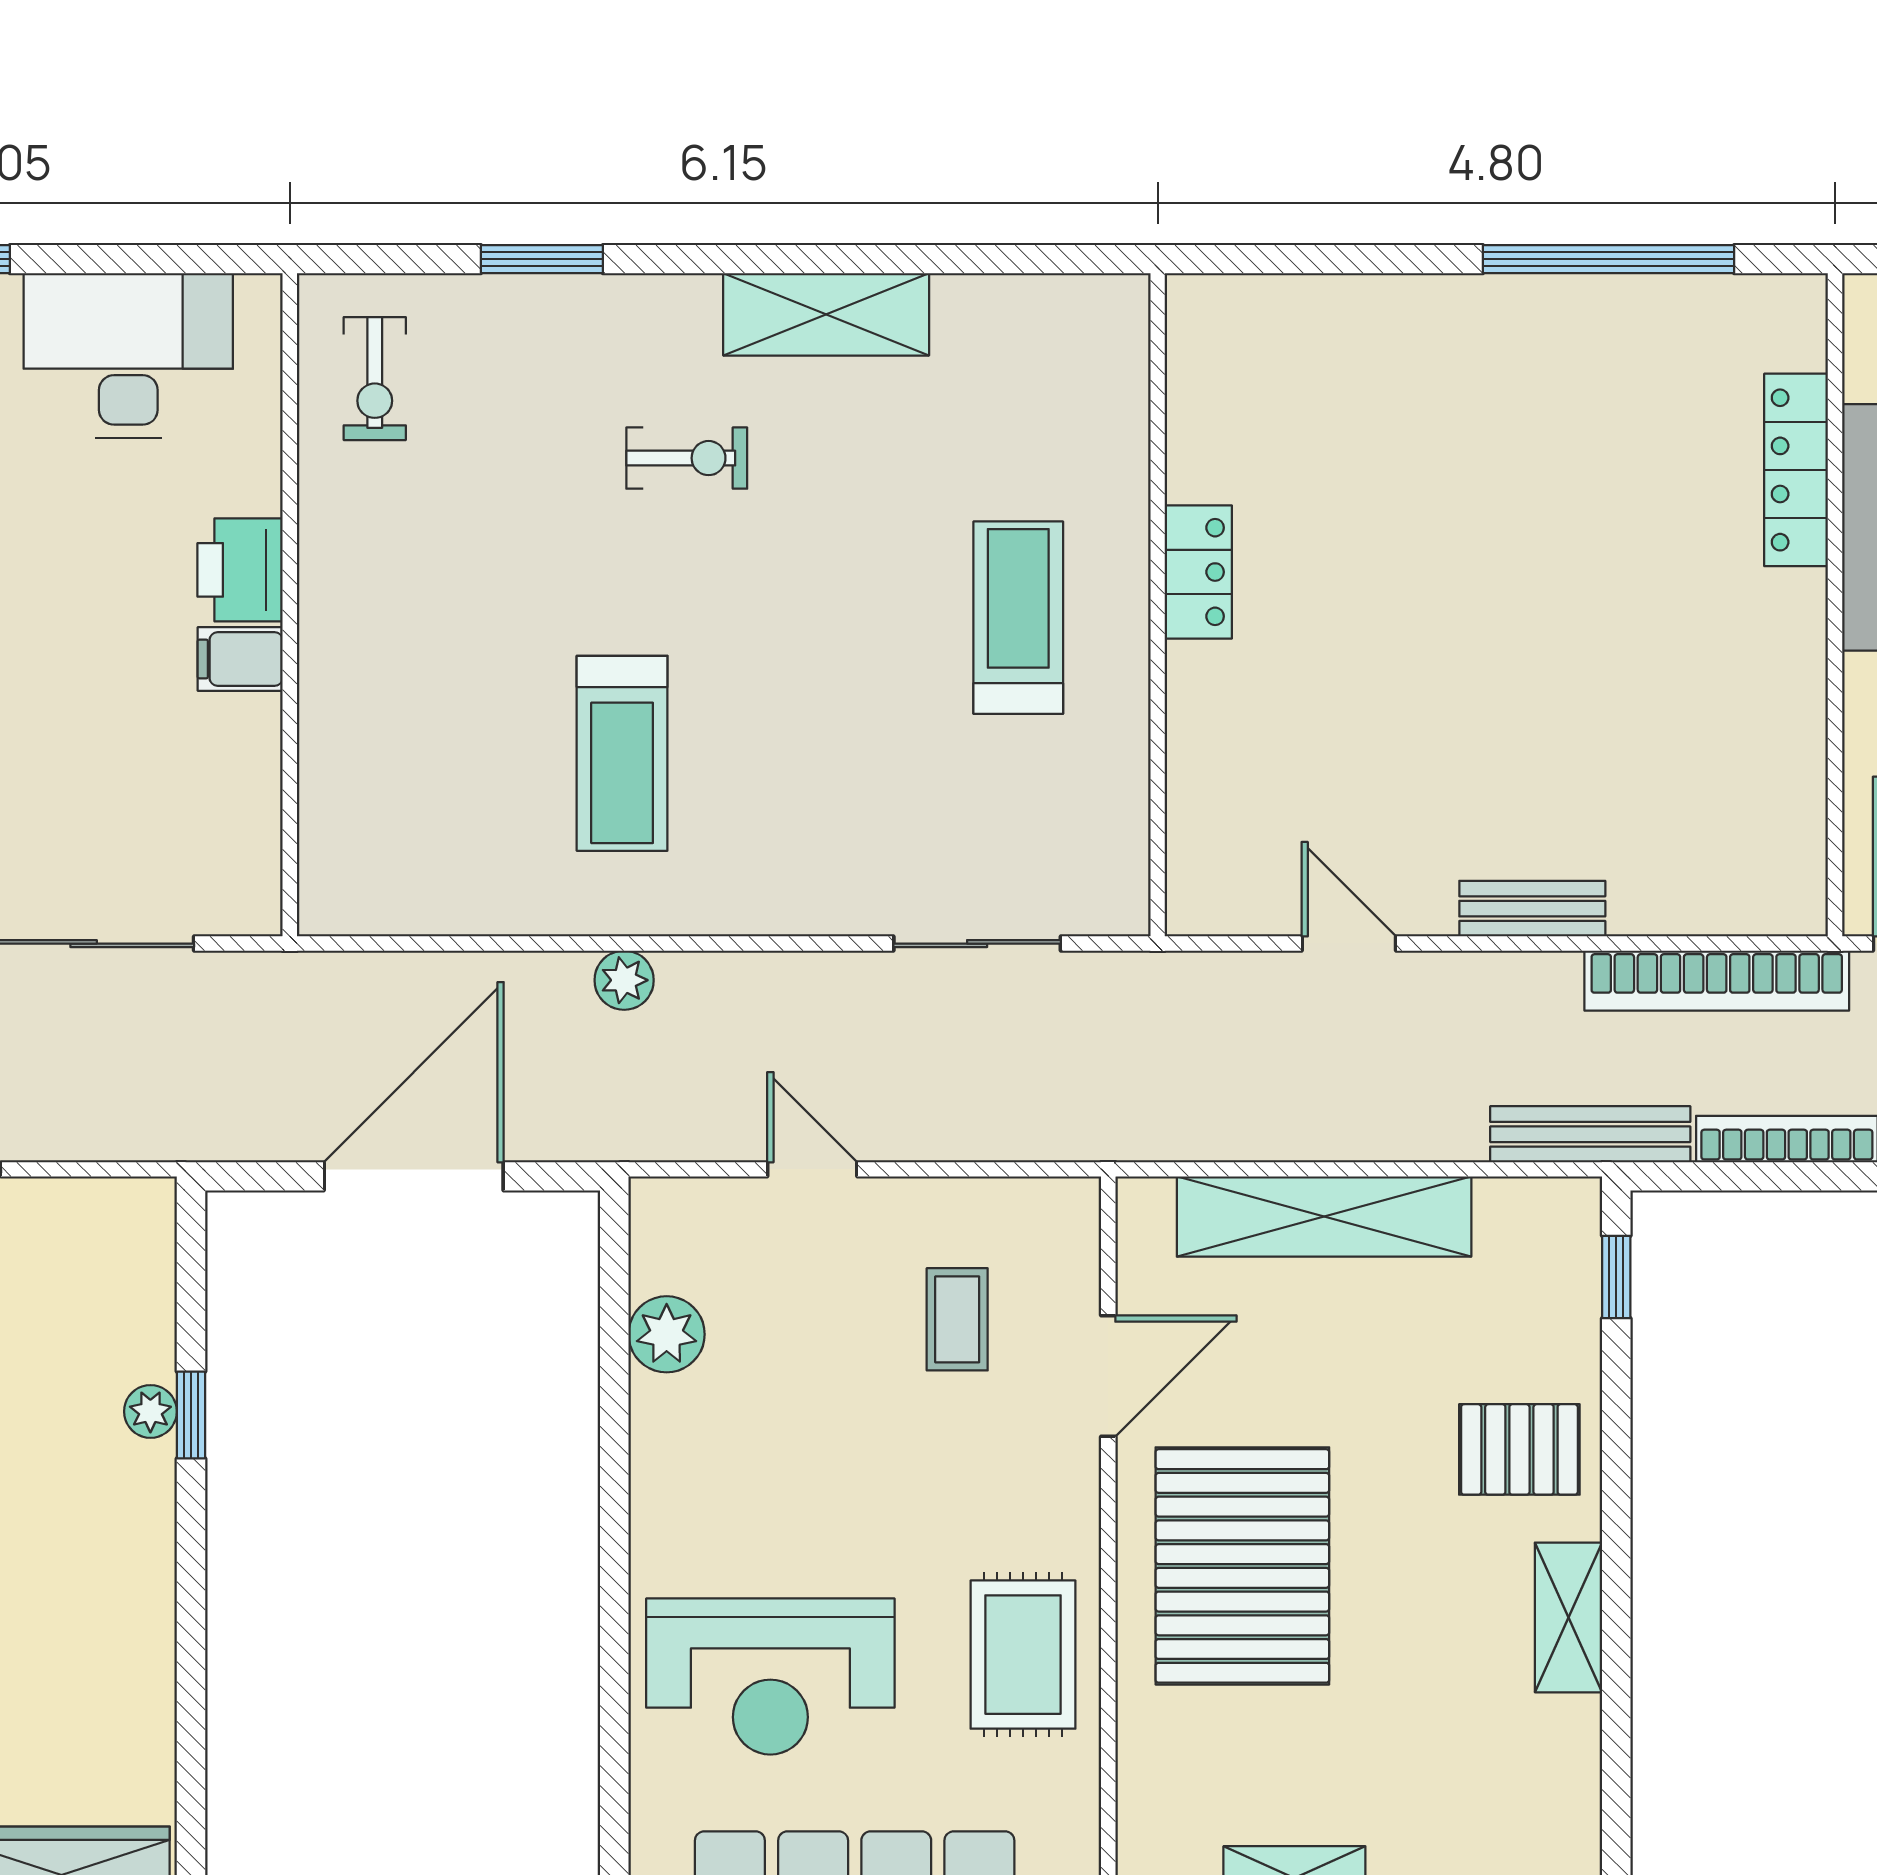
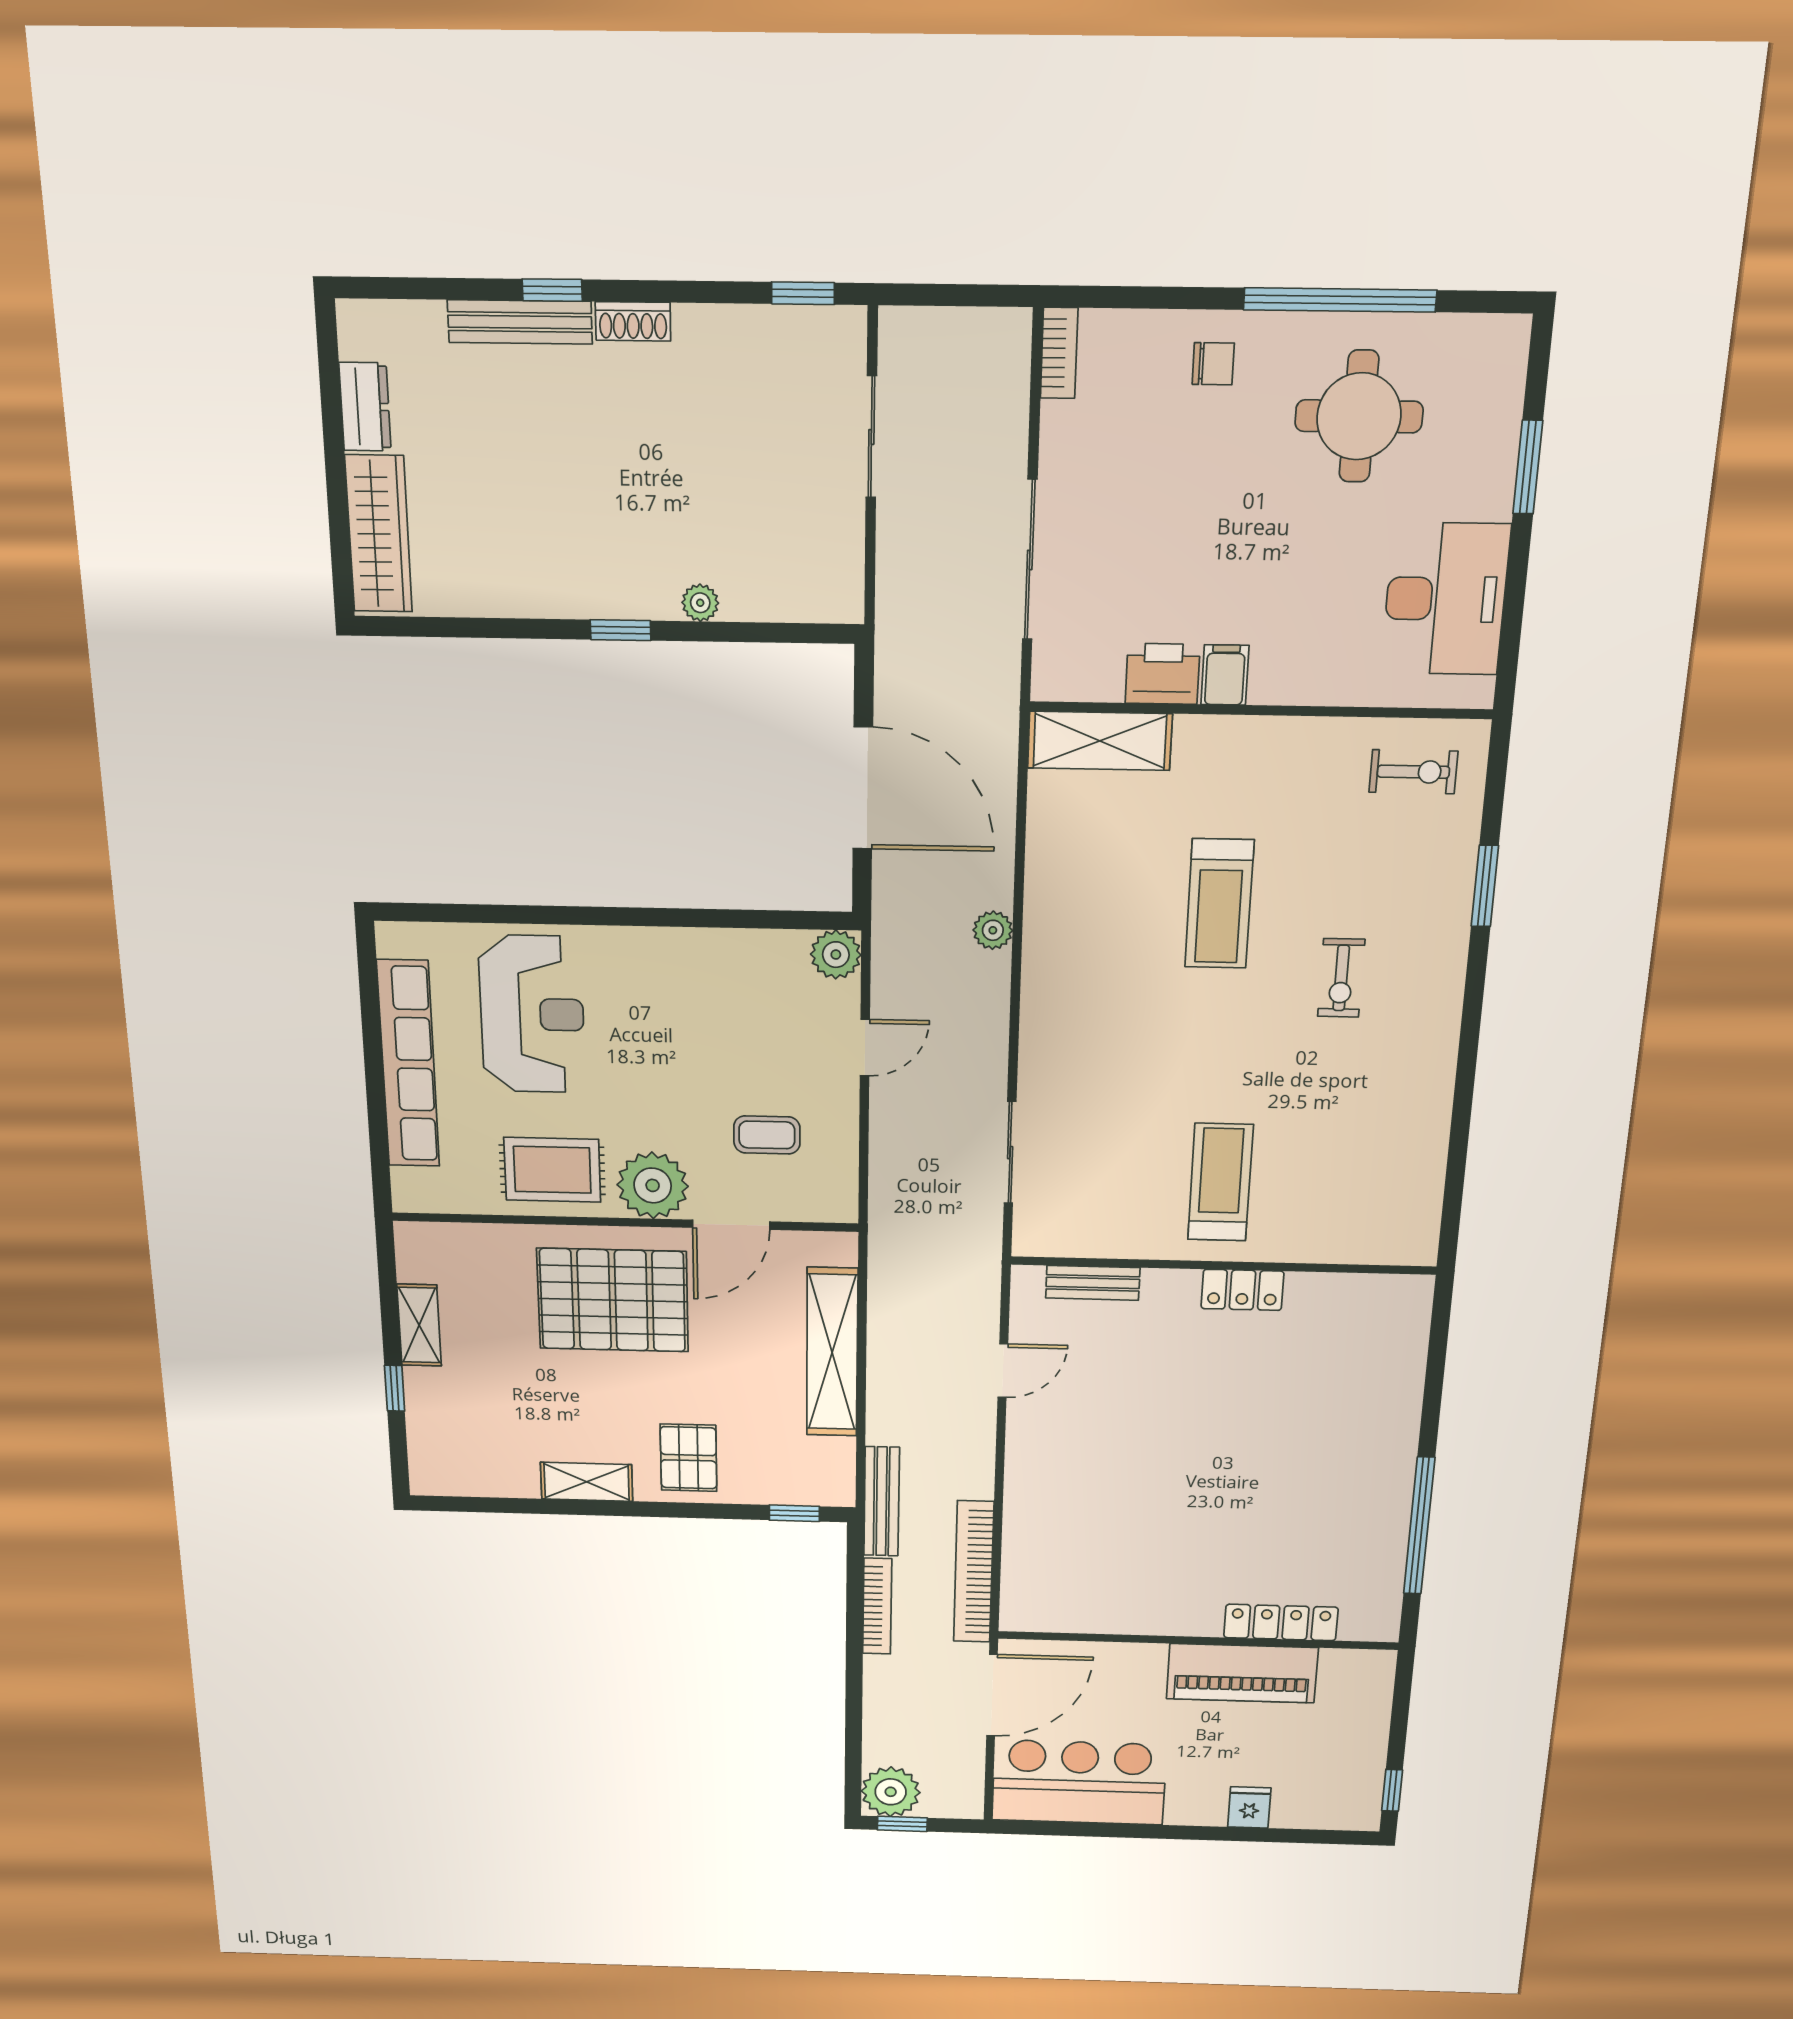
shelving: (826, 314) -> (1100, 741), moved, turned 90
exercise bike: (375, 379) -> (1413, 772), turned 180
printer: (240, 570) -> (1163, 674), moved
treadmill: (1018, 618) -> (1220, 1182), turned -90
treadmill: (622, 753) -> (1219, 904), moved, turned -90
bench: (1532, 909) -> (1093, 1283), moved, turned 90
plant: (667, 1334) -> (836, 955), moved
door: (1108, 1376) -> (731, 1225), hinge flipped
window: (191, 1415) -> (621, 630), moved
plant: (1045, 1498) -> (653, 1185), added
reception desk: (770, 1676) -> (532, 1014), turned 180

